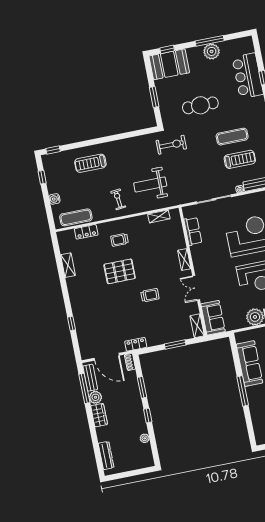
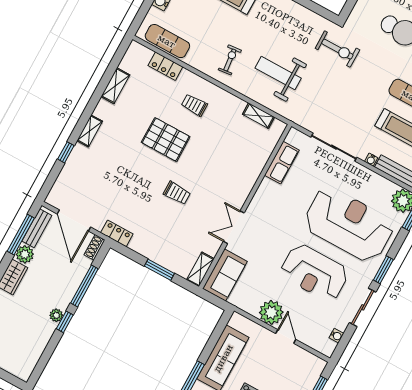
shelving: (184, 259) -> (90, 131), moved
window: (142, 387) -> (84, 286), width x1.44
plant: (145, 438) -> (56, 315), moved

